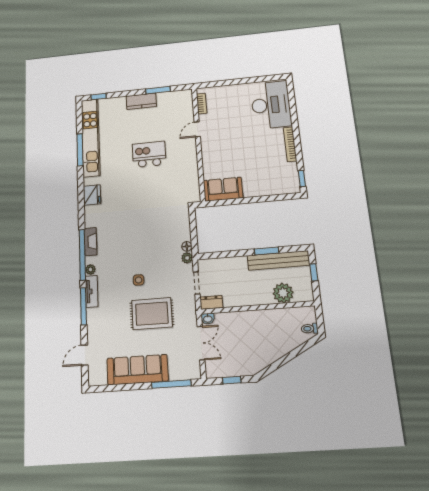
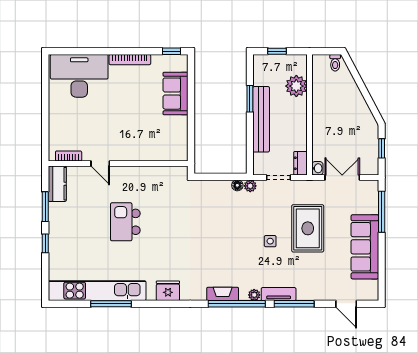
window: (99, 97) -> (45, 243), moved
kitchen counter: (141, 101) -> (57, 184), moved
sofa: (223, 189) -> (175, 94), moved
bench: (278, 260) -> (261, 119), moved

